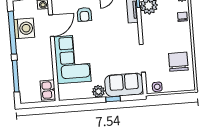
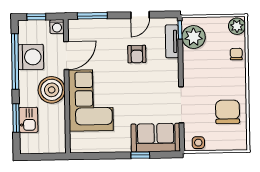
armchair: (84, 14) -> (137, 54), moved
boiler: (42, 53) -> (52, 90), added
window: (16, 76) -> (16, 118), width x0.69
kitchen sink: (48, 90) -> (28, 120), moved, turned 180
plant: (98, 91) -> (122, 144), removed

